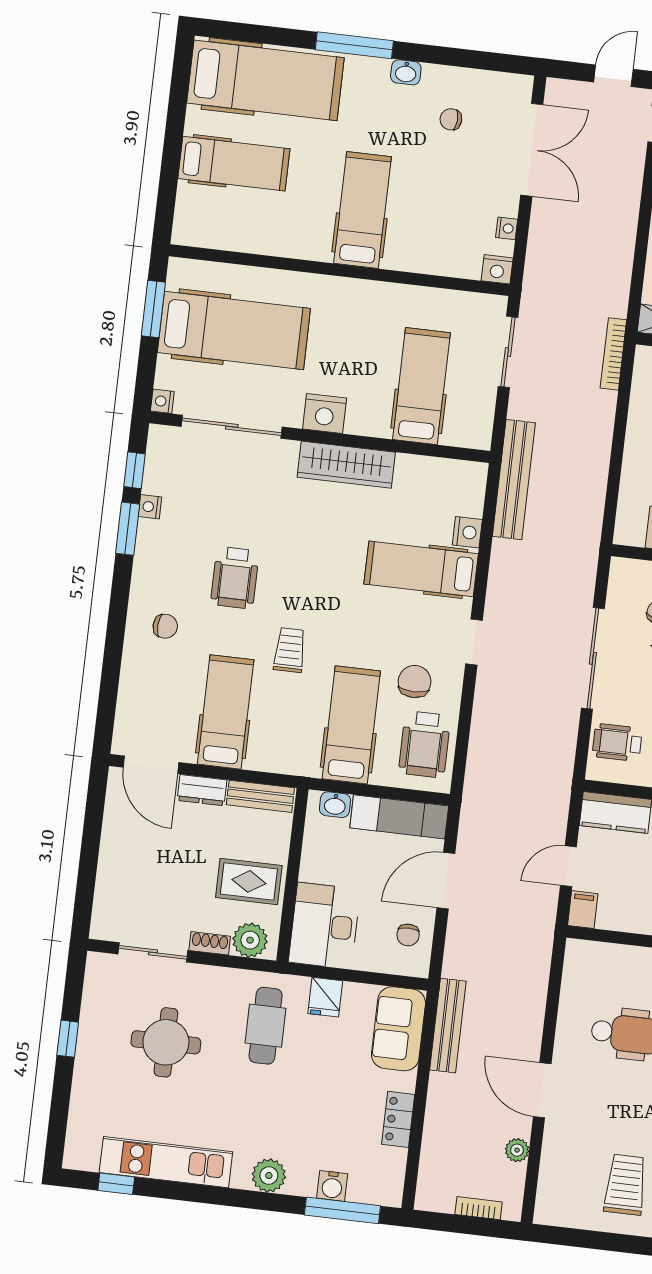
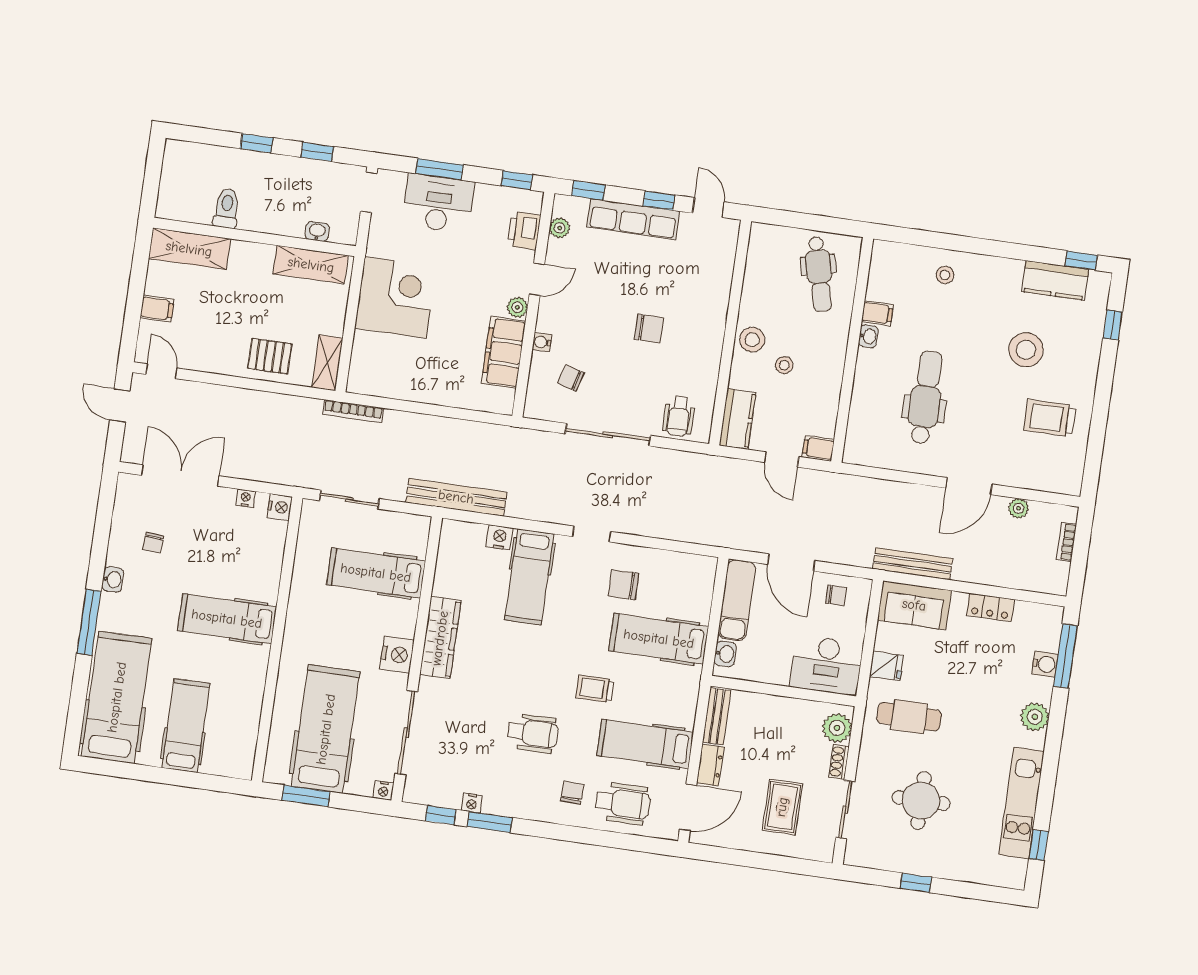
wheelchair: (425, 744) -> (623, 803), moved
rug: (249, 881) -> (782, 807), moved

